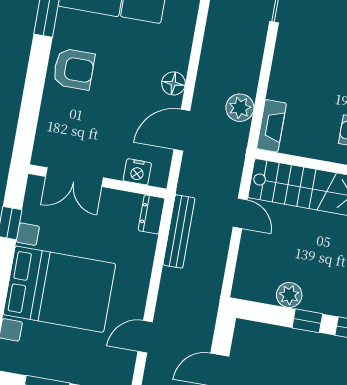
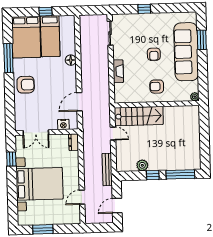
floor lamp: (173, 83) -> (71, 60), moved
plant: (240, 108) -> (103, 87), removed
fireplace: (271, 126) -> (118, 71), moved
bench: (179, 231) -> (107, 169), moved

